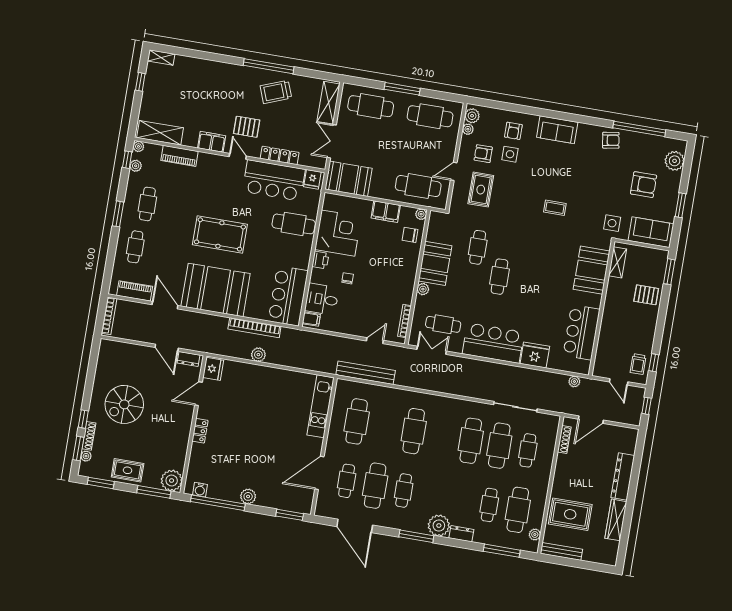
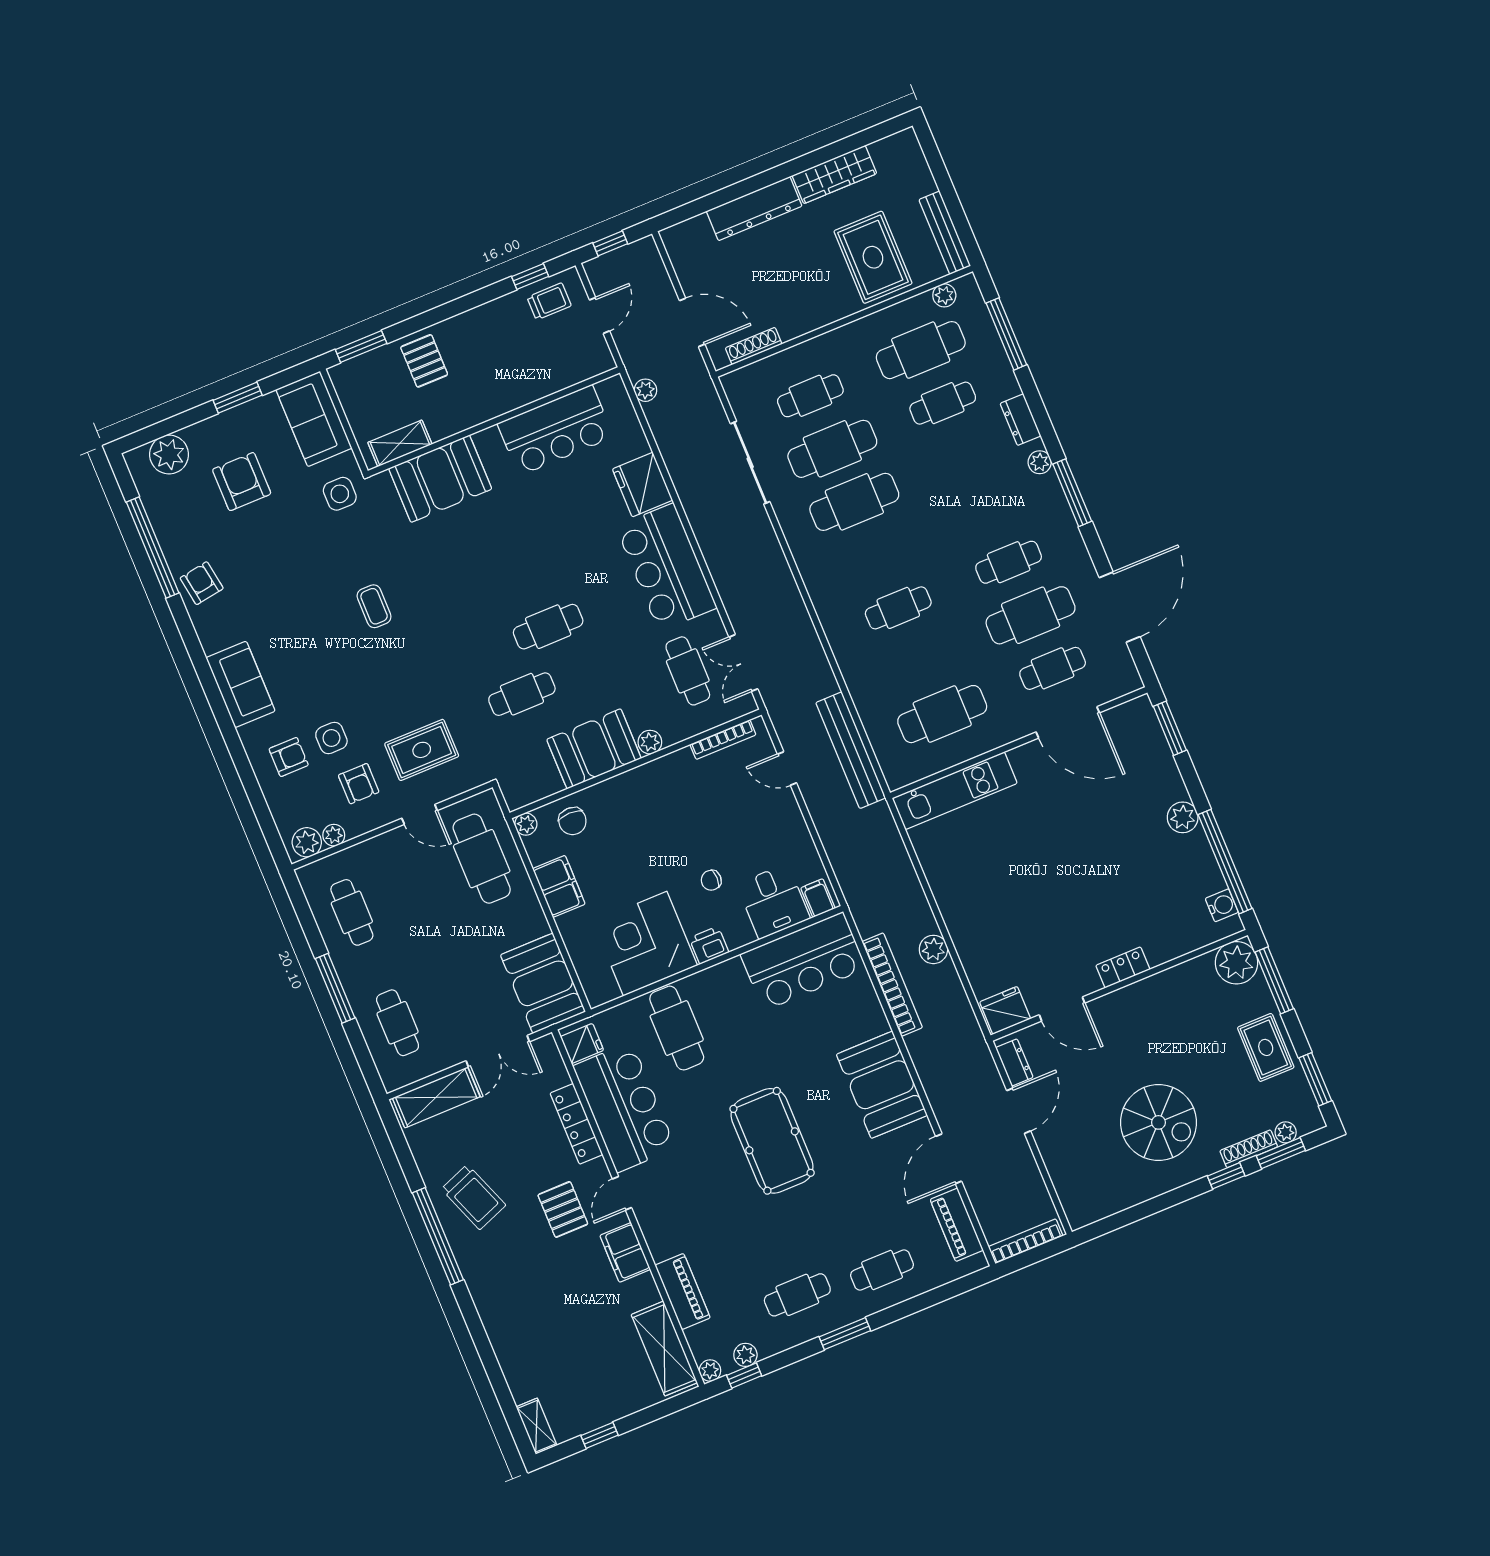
cafe table: (371, 106) -> (398, 1023), width x0.73, depth x0.74
cafe table: (430, 116) -> (352, 912), width x0.73, depth x0.74
booth: (216, 290) -> (882, 1085), width x0.73, depth x0.70
cafe table: (414, 431) -> (898, 608), width x0.73, depth x0.74
plant: (439, 526) -> (1040, 462), width x0.53, depth x0.53

